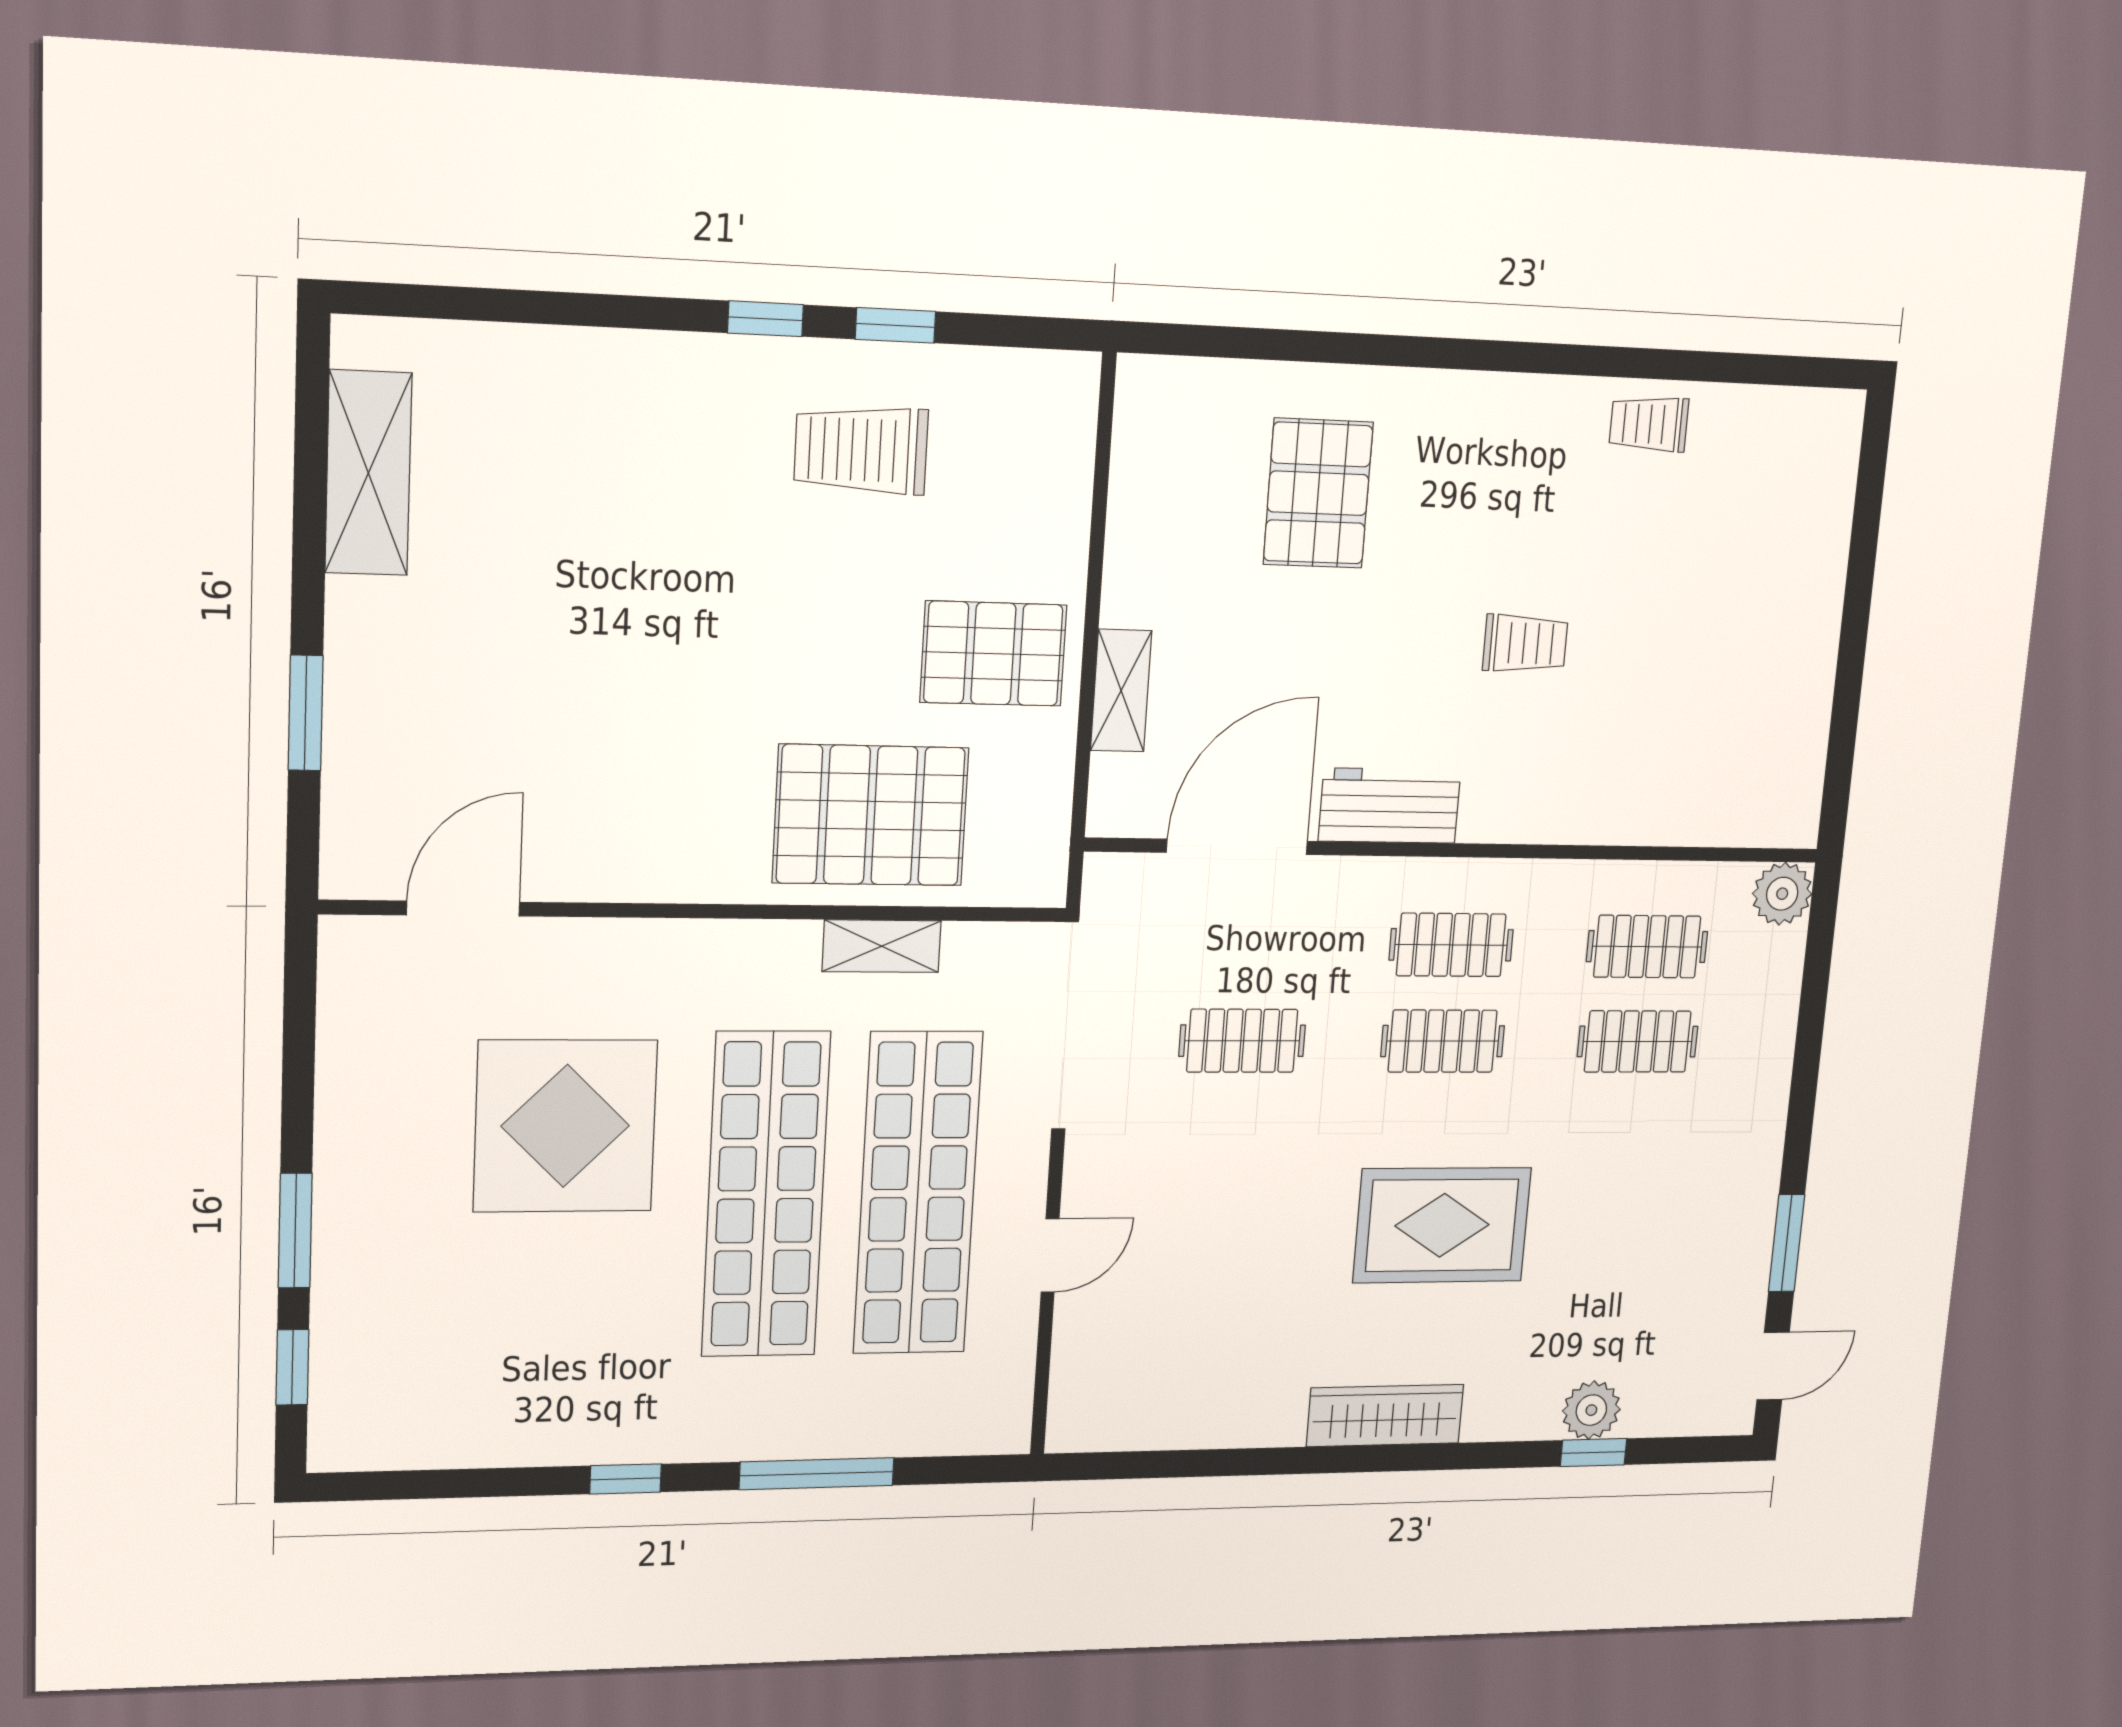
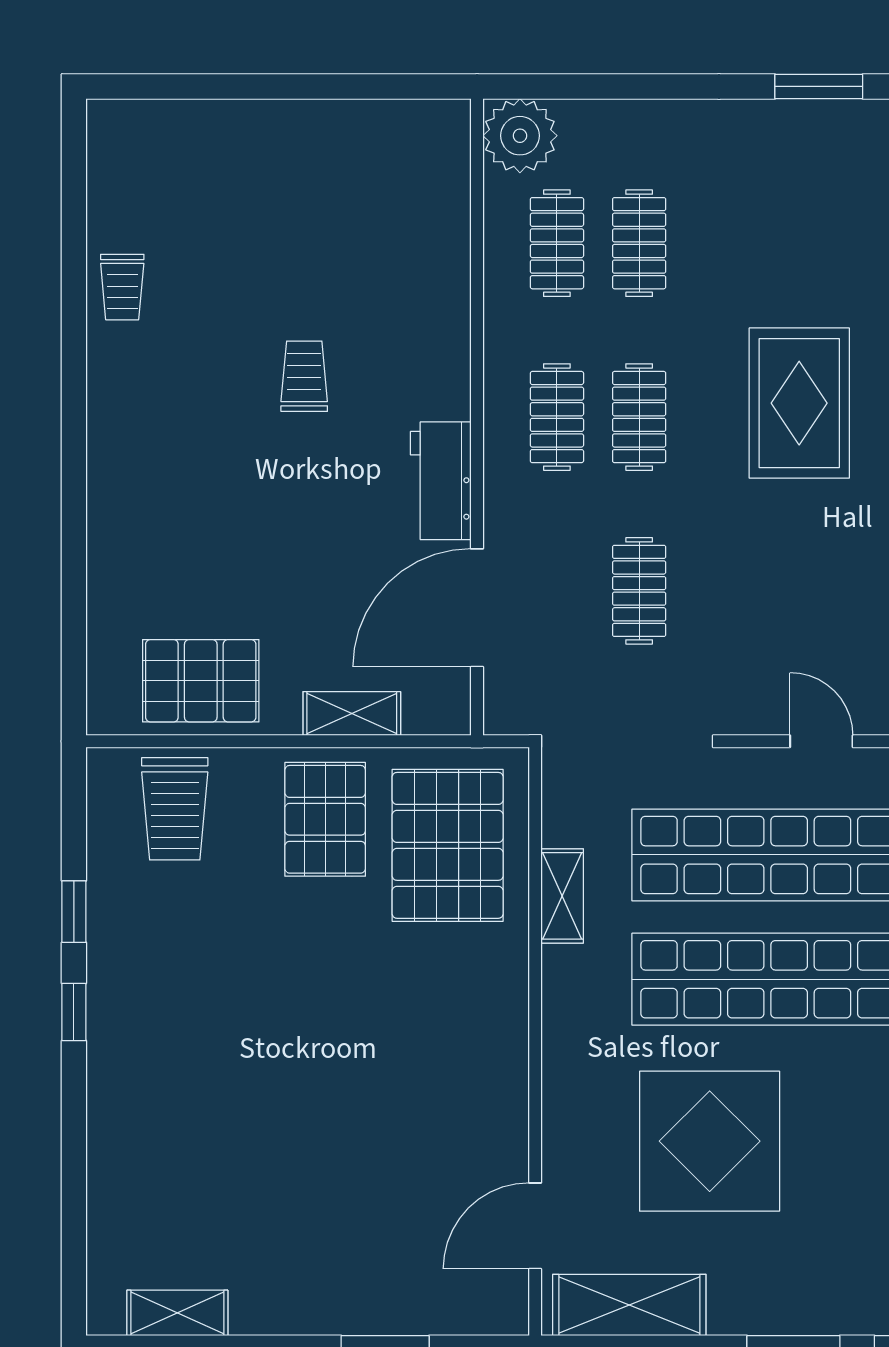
trolley: (861, 450) -> (175, 809), moved
shelving: (368, 473) -> (177, 1313), width x0.67, depth x0.75
pallet: (1318, 493) -> (201, 681), moved
pallet: (871, 815) -> (448, 845), moved
door: (1237, 847) -> (477, 608), hinge flipped
plant: (1782, 894) -> (520, 136), width x1.36, depth x1.36
door: (463, 909) -> (535, 1226), hinge flipped
shelving: (356, 1027) -> (629, 1305), added

